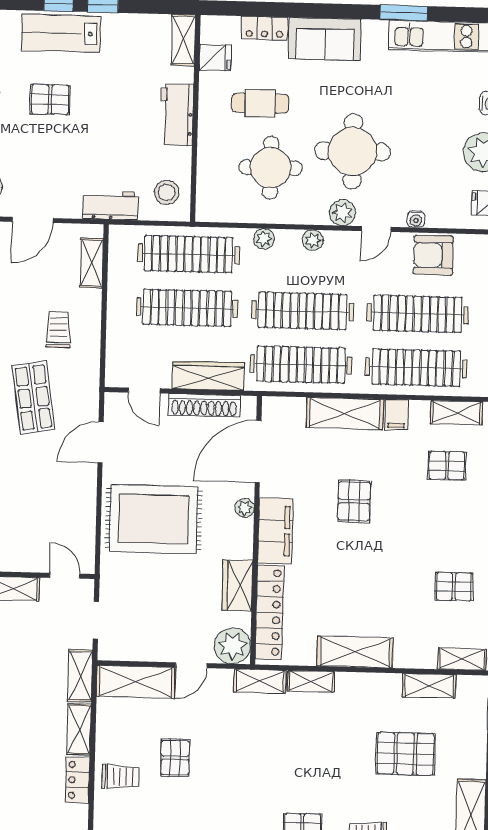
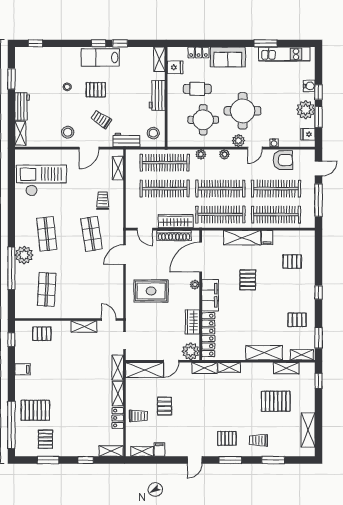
trolley: (60, 161) -> (101, 119), added
armchair: (433, 255) -> (283, 160), turned 180
shelving: (457, 413) -> (296, 236), removed
rug: (154, 519) -> (151, 291), width x0.73, depth x0.69
shelving: (355, 652) -> (264, 353), moved

